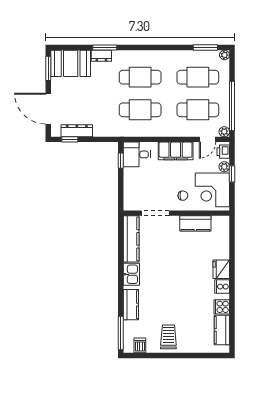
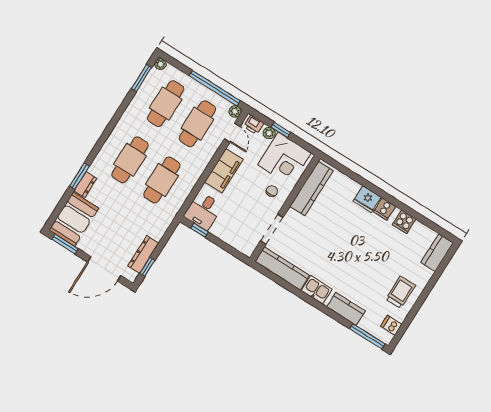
kitchen counter: (195, 223) -> (311, 189), width x1.50
kitchen counter: (222, 330) -> (437, 253), moved, turned 90
trolley: (168, 337) -> (400, 292), turned 90

